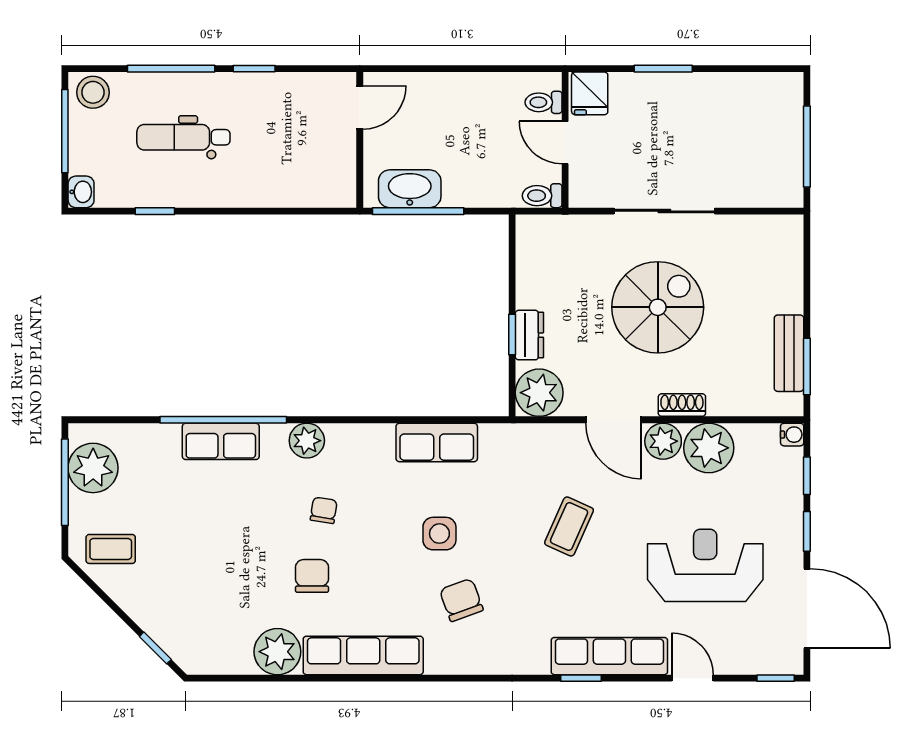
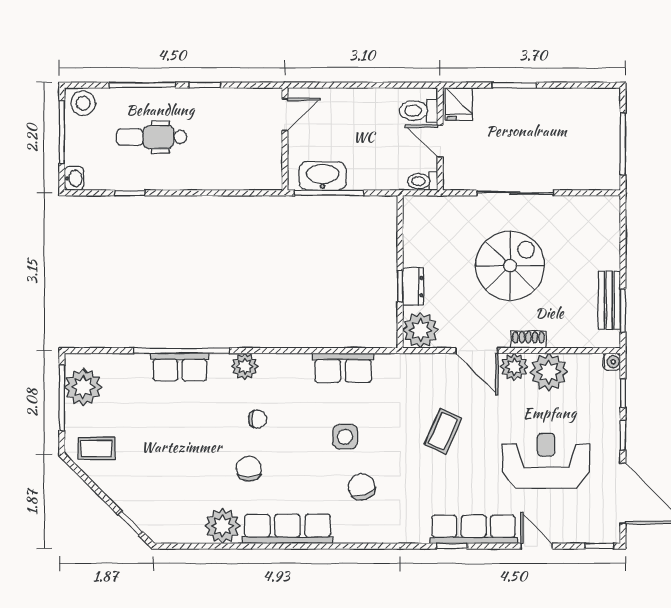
toilet: (544, 102) -> (418, 111), width x1.37, depth x1.39
chair: (324, 510) -> (258, 419), turned 81

